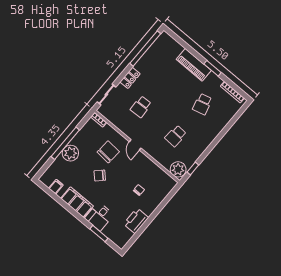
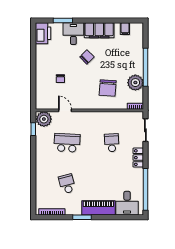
desk: (168, 50) -> (127, 203), added
school desk: (176, 136) -> (67, 143), width x1.85
door: (135, 145) -> (65, 110), moved
plant: (70, 153) -> (135, 83), moved
chair: (100, 176) -> (87, 57), moved
printer: (136, 221) -> (43, 33), moved

